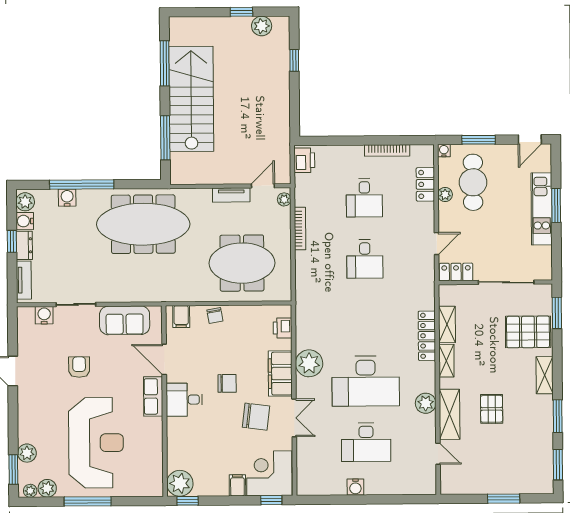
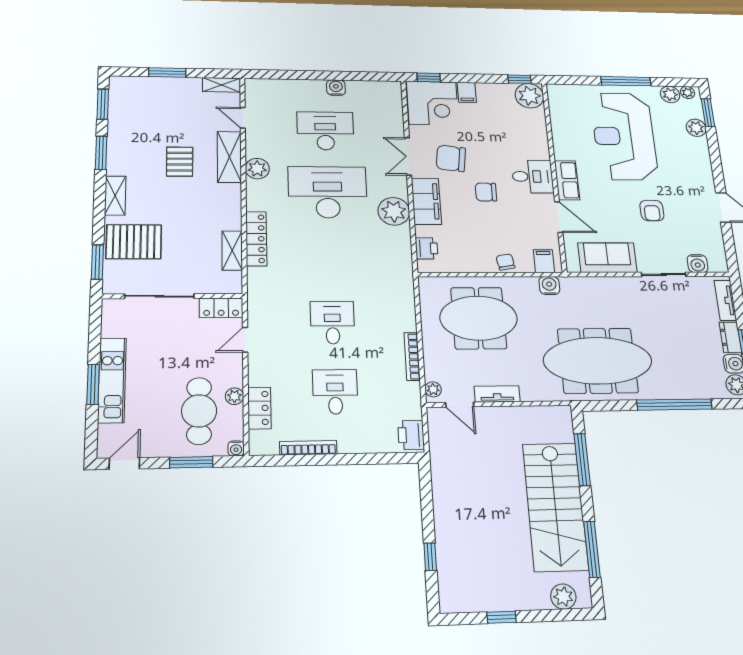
plant: (262, 26) -> (563, 597), moved
door: (263, 186) -> (460, 405), hinge flipped
water cooler: (67, 198) -> (549, 286), moved, turned 180
shelving: (446, 361) -> (222, 85), moved, turned 90

